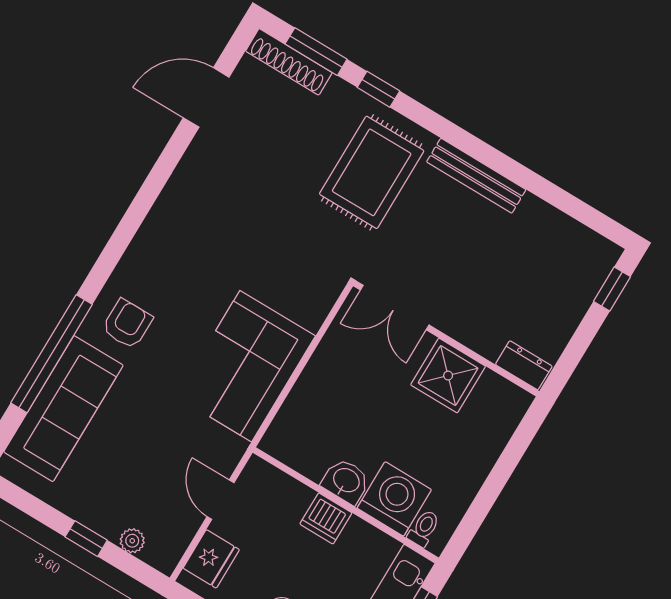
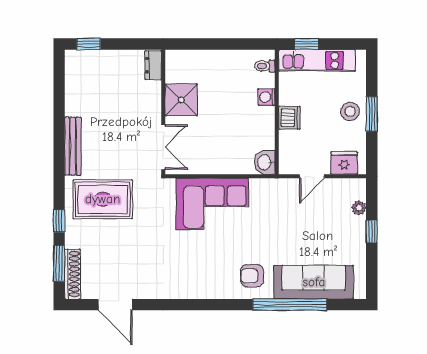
corner sofa: (246, 366) -> (212, 204), moved
washbasin: (346, 481) -> (265, 162), moved
washing machine: (394, 499) -> (267, 97), width x0.53, depth x0.53

